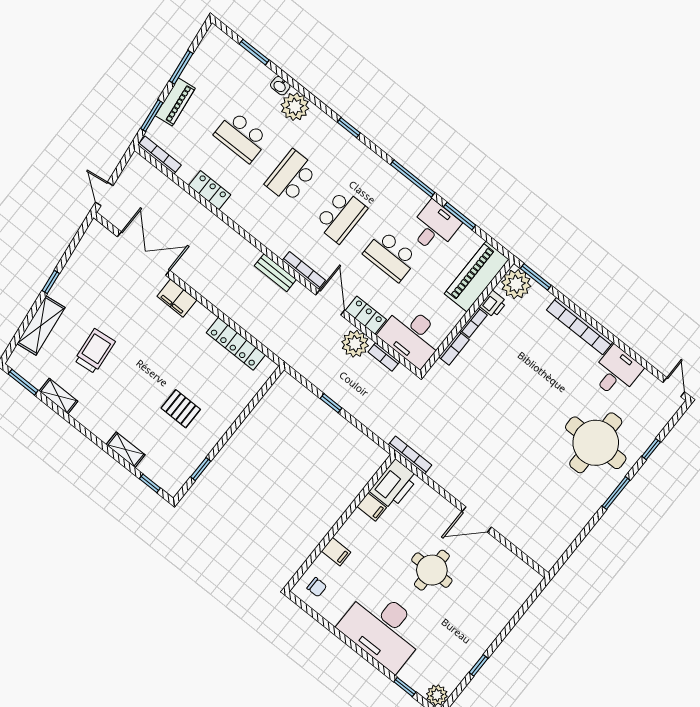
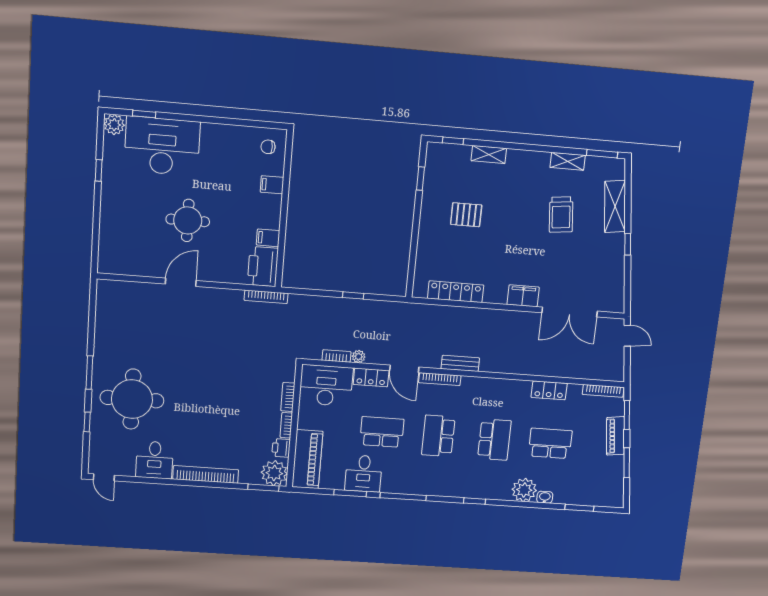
plant: (355, 344) -> (359, 357), width x0.53, depth x0.53
desk: (383, 629) -> (162, 146), moved

